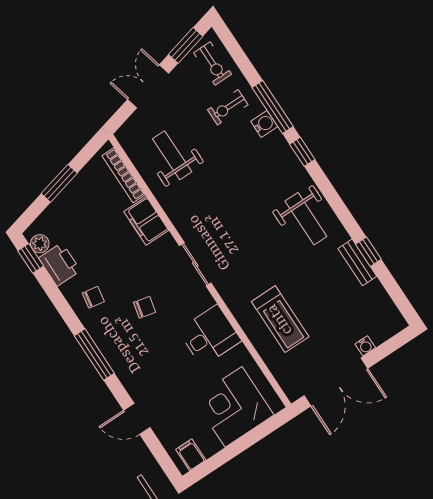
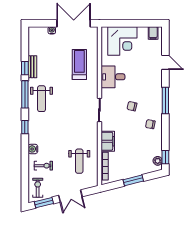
window: (273, 107) -> (25, 94), moved
weight bench: (306, 219) -> (42, 99), turned 180
printer: (60, 264) -> (155, 147), removed

